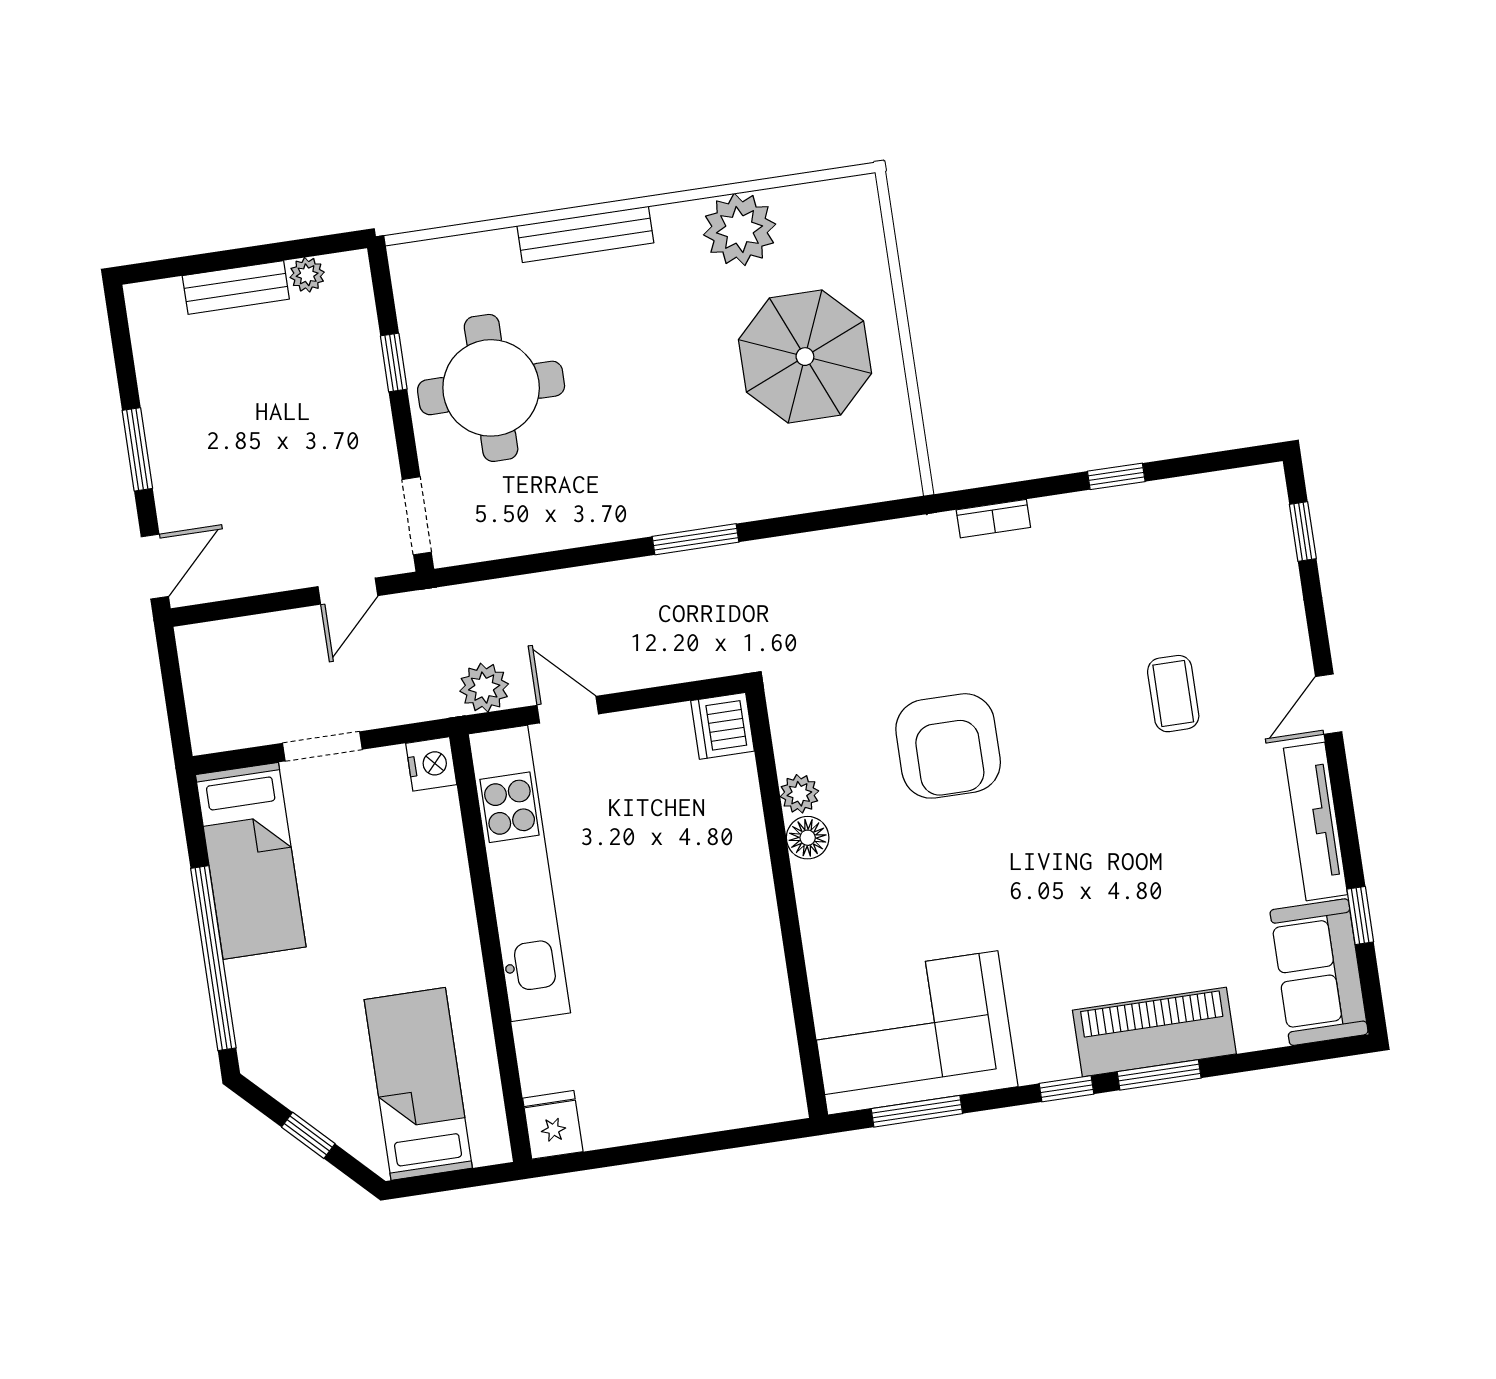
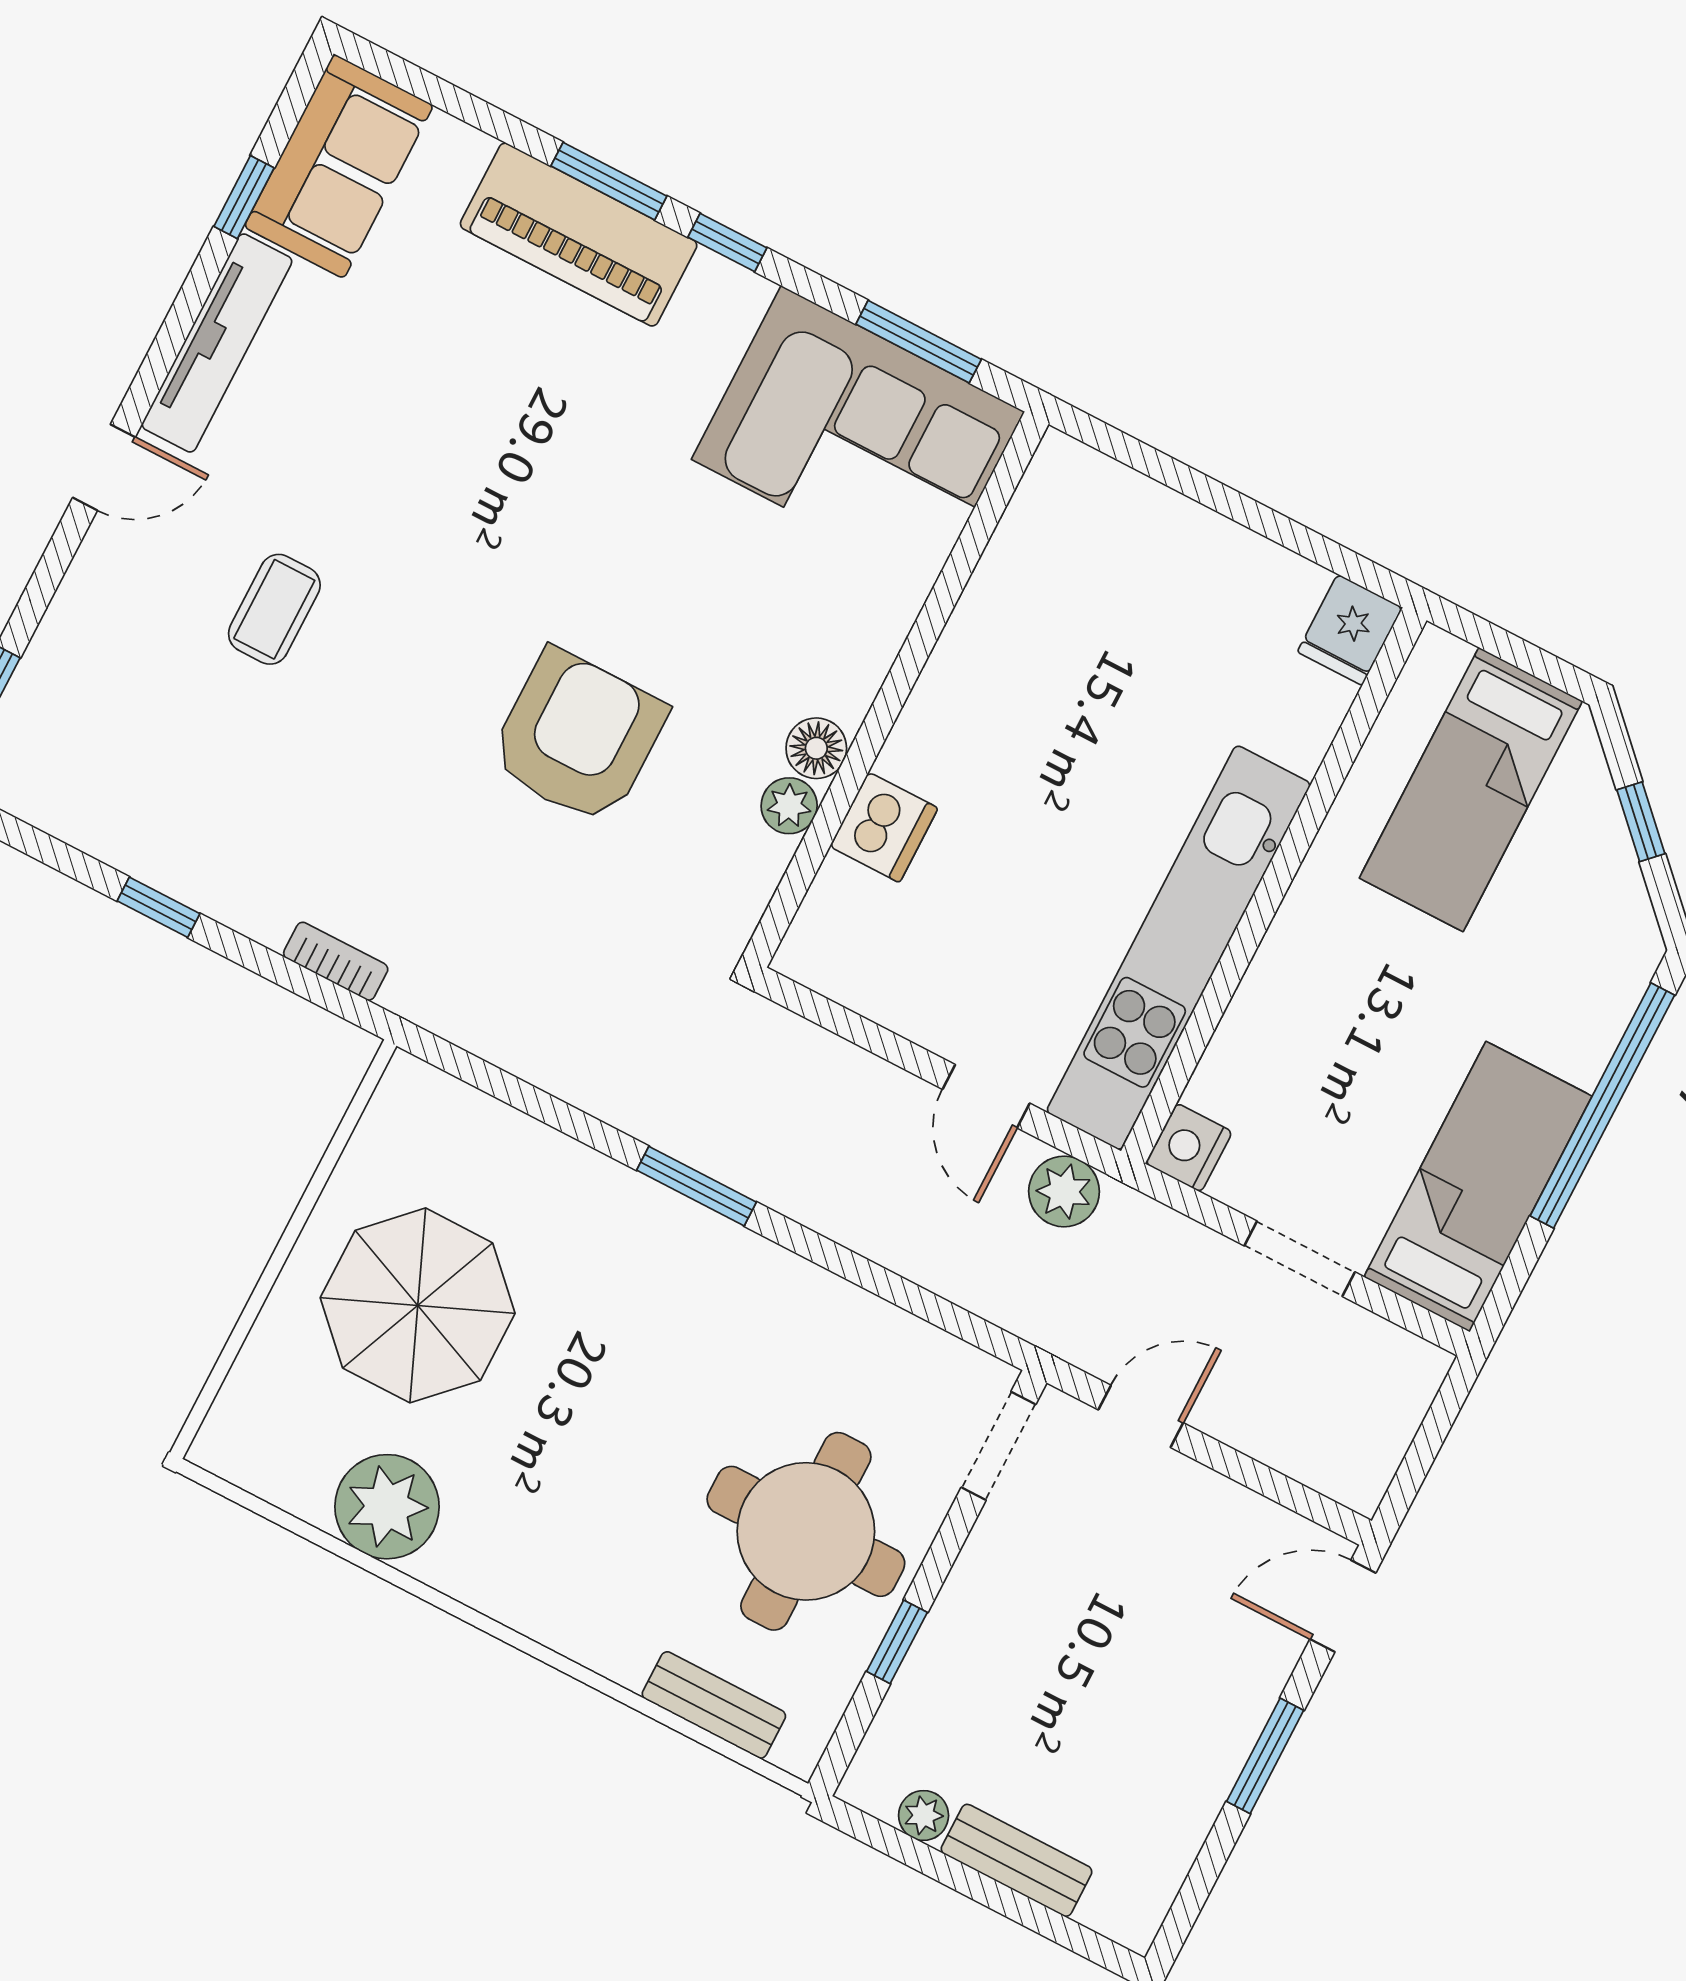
bench: (585, 234) -> (714, 1705), moved, width x0.73
dishwasher: (722, 726) -> (884, 827), moved

